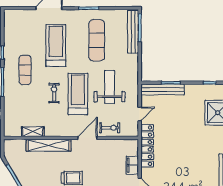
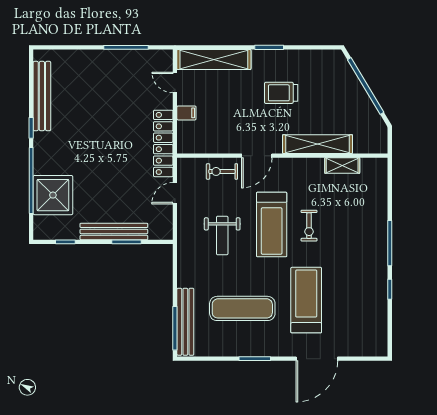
exercise mat: (97, 40) -> (242, 308), turned 90
treadmill: (56, 46) -> (306, 300), turned 180
exercise mat: (25, 70) -> (354, 262), removed
weight bench: (110, 87) -> (222, 236), width x0.73, depth x0.75
bench: (163, 89) -> (114, 231), moved
filing cabinet: (132, 165) -> (186, 113), width x0.50

